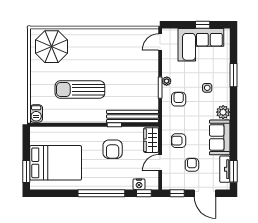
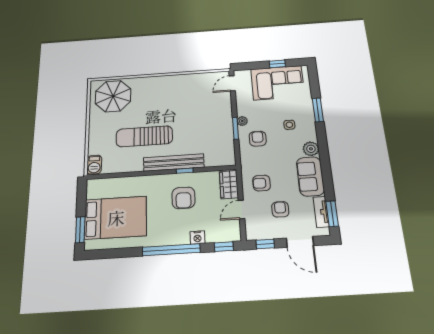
bench: (132, 116) -> (174, 163), moved
nightstand: (139, 184) -> (197, 237), moved

